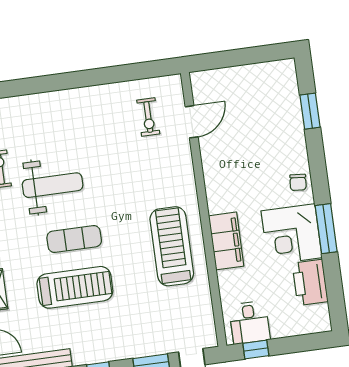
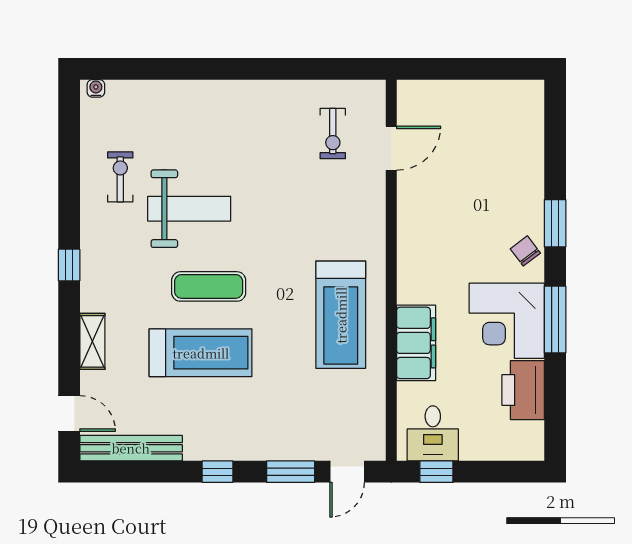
window: (310, 111) -> (555, 223), moved
chair: (298, 182) -> (525, 251), turned 138
filing cabinet: (226, 241) -> (416, 343), moved
treadmill: (172, 246) -> (341, 315), turned 180

